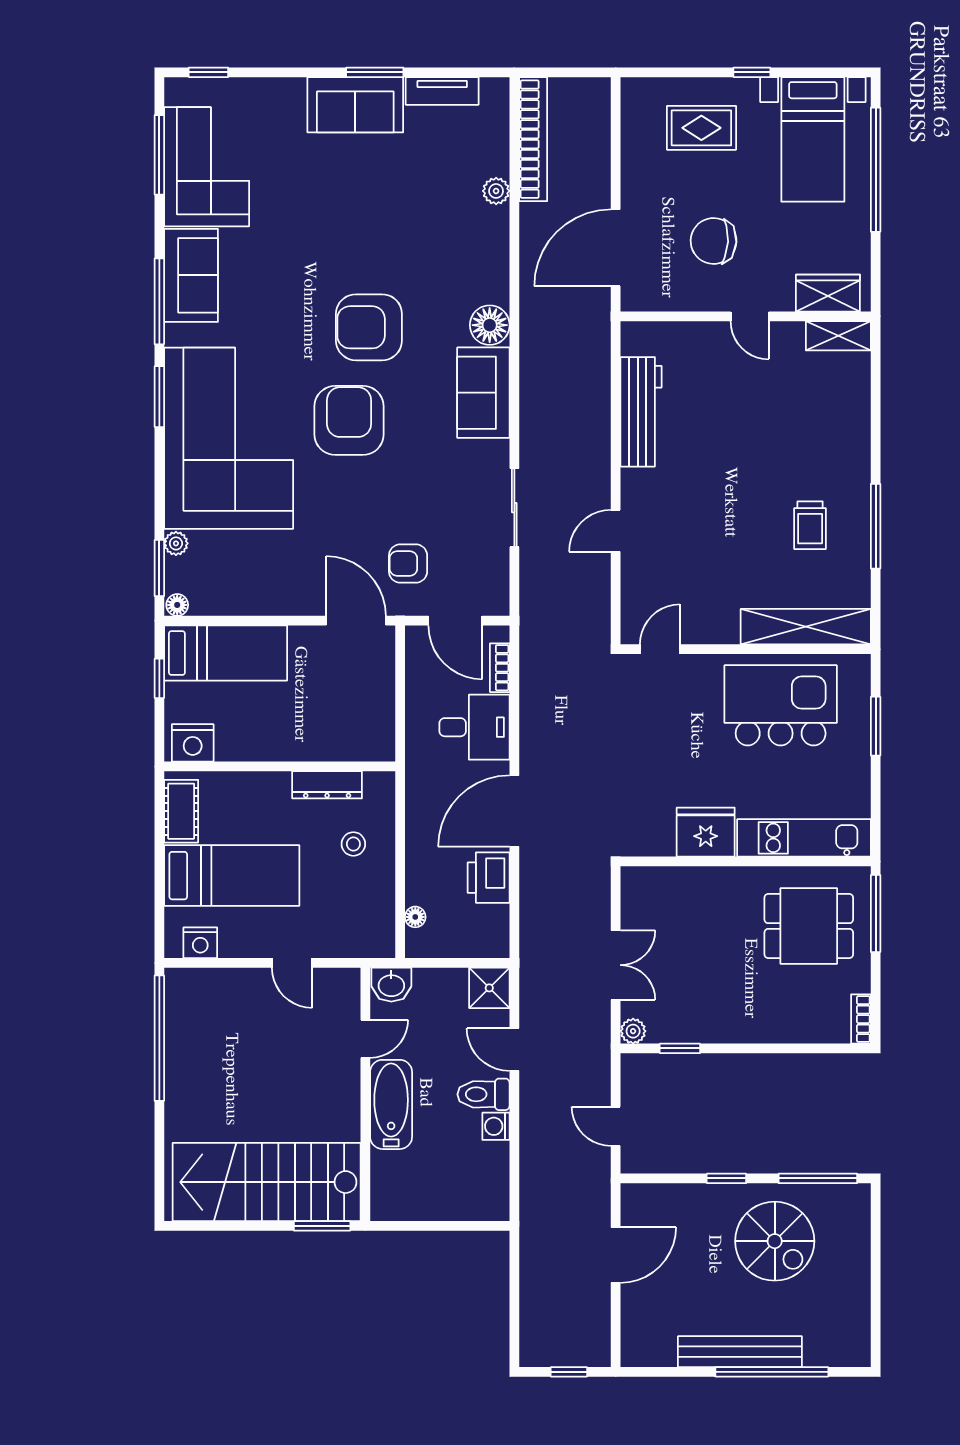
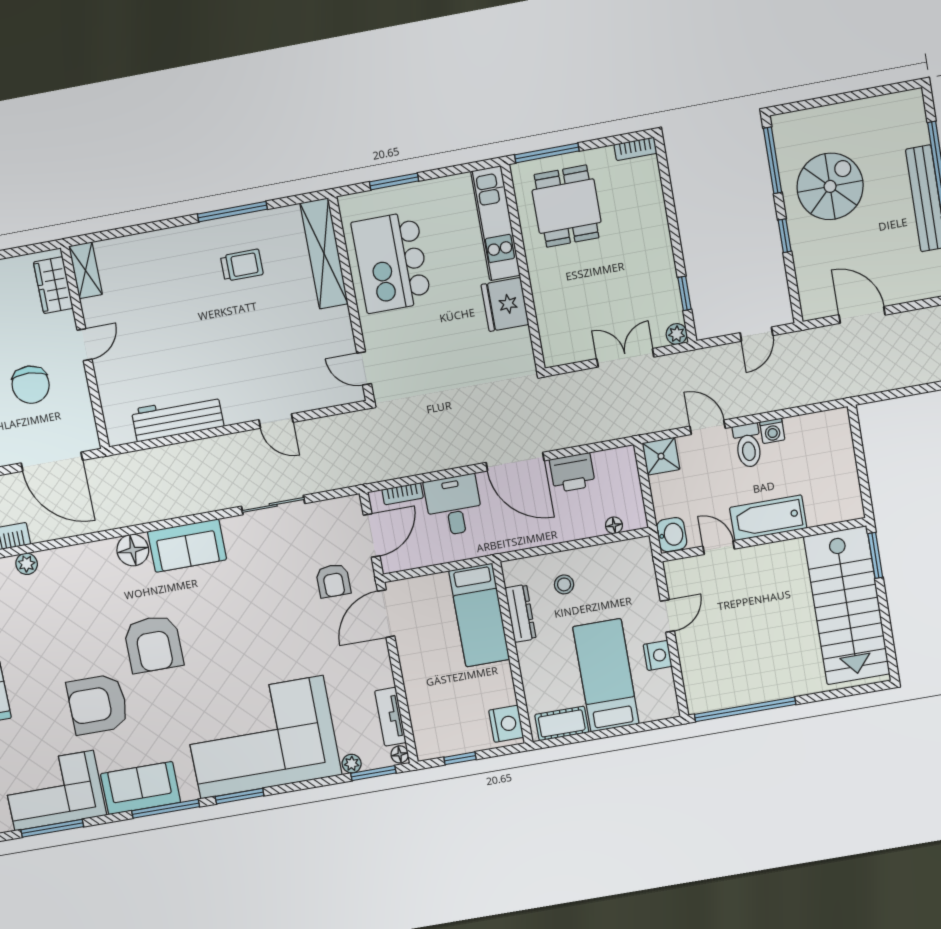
armchair: (349, 420) -> (98, 704), moved
tv unit: (227, 602) -> (390, 717), added
bed: (226, 653) -> (479, 615), moved, turned 180
nightstand: (200, 943) -> (658, 655), moved
door: (514, 1050) -> (708, 427), swing flipped

